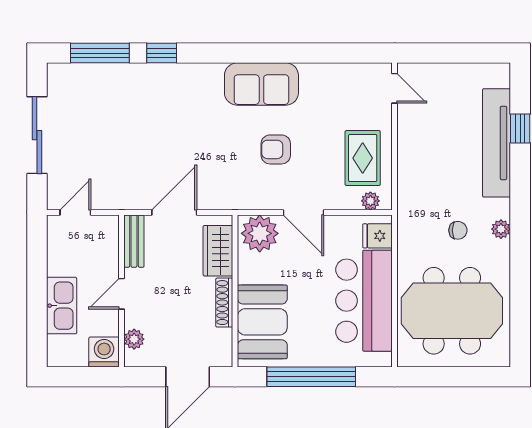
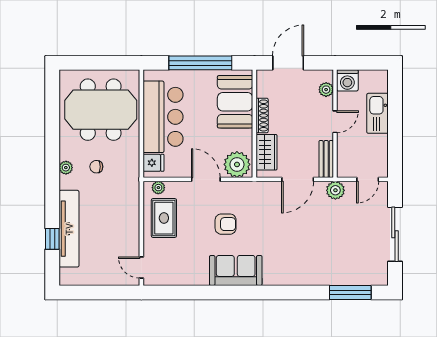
window: (162, 53) -> (306, 292), removed
plant: (121, 197) -> (335, 190), added

